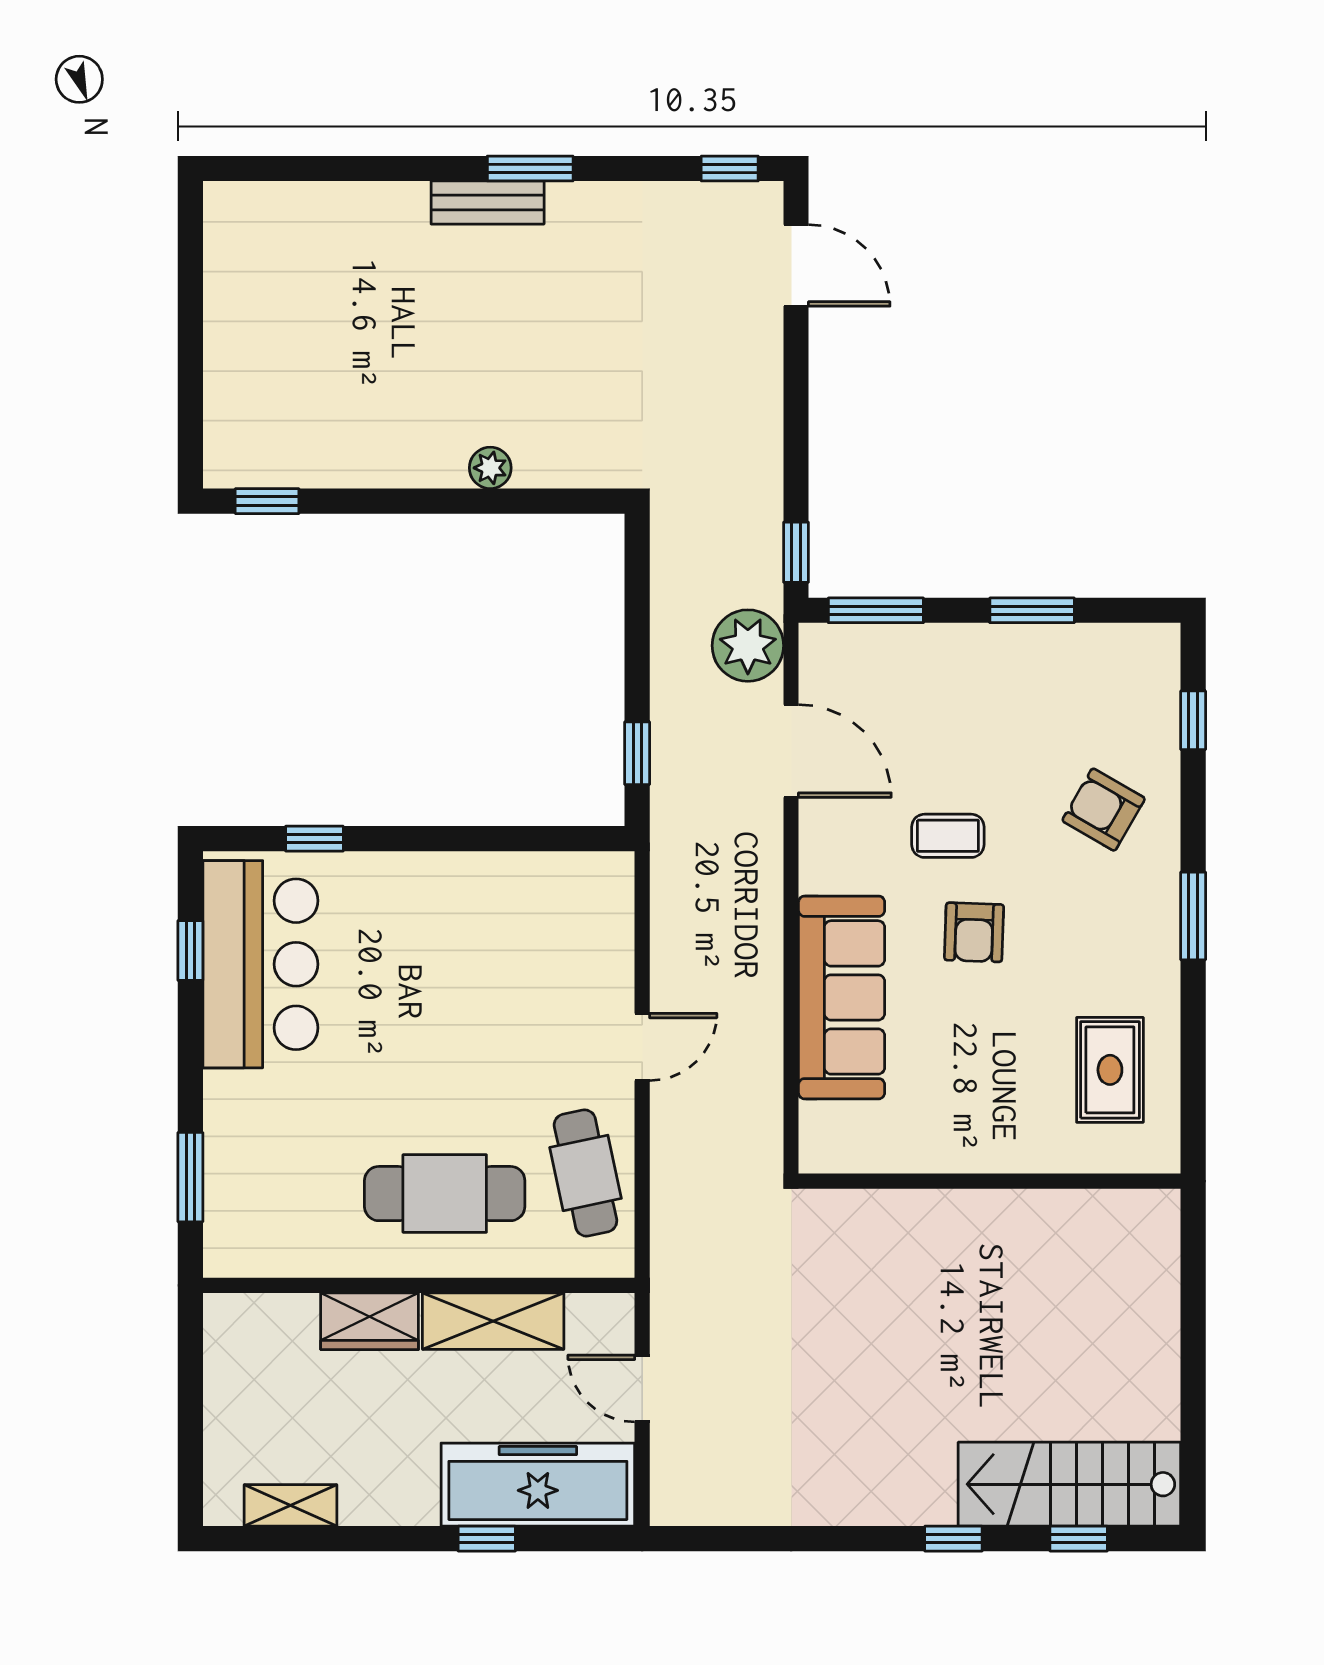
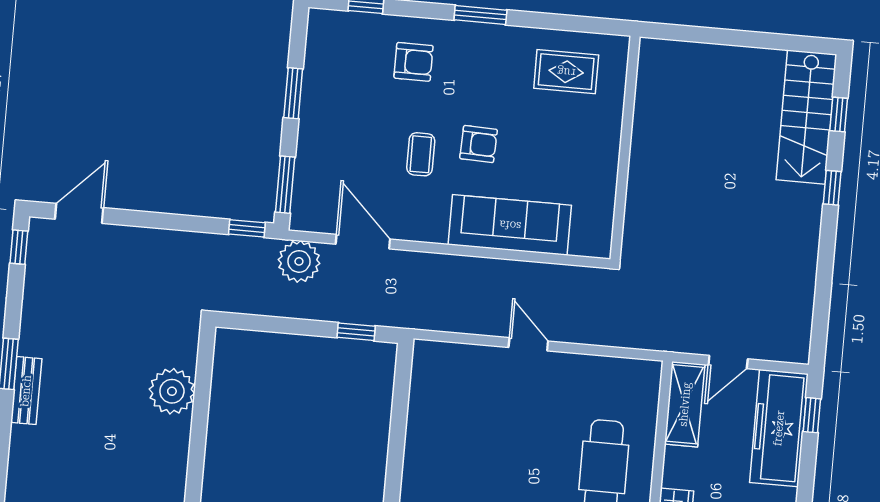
plant: (490, 468) -> (172, 391), width x1.88, depth x1.88
door: (791, 751) -> (363, 242), hinge flipped
armchair: (1104, 810) -> (414, 62), turned -120
cafe table: (585, 1173) -> (599, 384), removed
shelving: (493, 1321) -> (685, 404), moved
window: (487, 1539) -> (812, 415), moved

